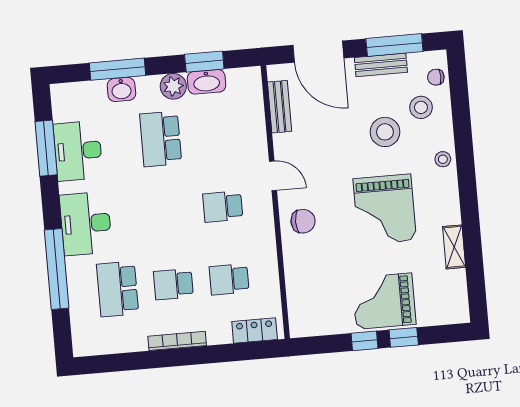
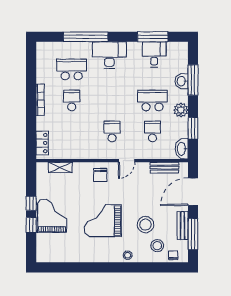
washbasin: (207, 82) -> (182, 149), moved
desk: (78, 151) -> (154, 54), width x0.73
shelving: (454, 247) -> (60, 167), moved
school desk: (229, 279) -> (152, 131), moved

